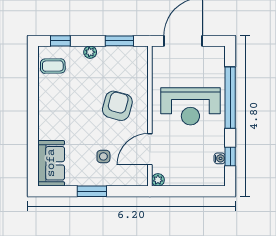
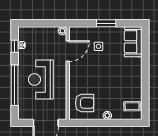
window: (60, 41) -> (127, 123), removed
window: (119, 41) -> (88, 123), removed
armchair: (117, 106) -> (85, 103), moved, turned -105
reception desk: (190, 106) -> (41, 79), turned -90

